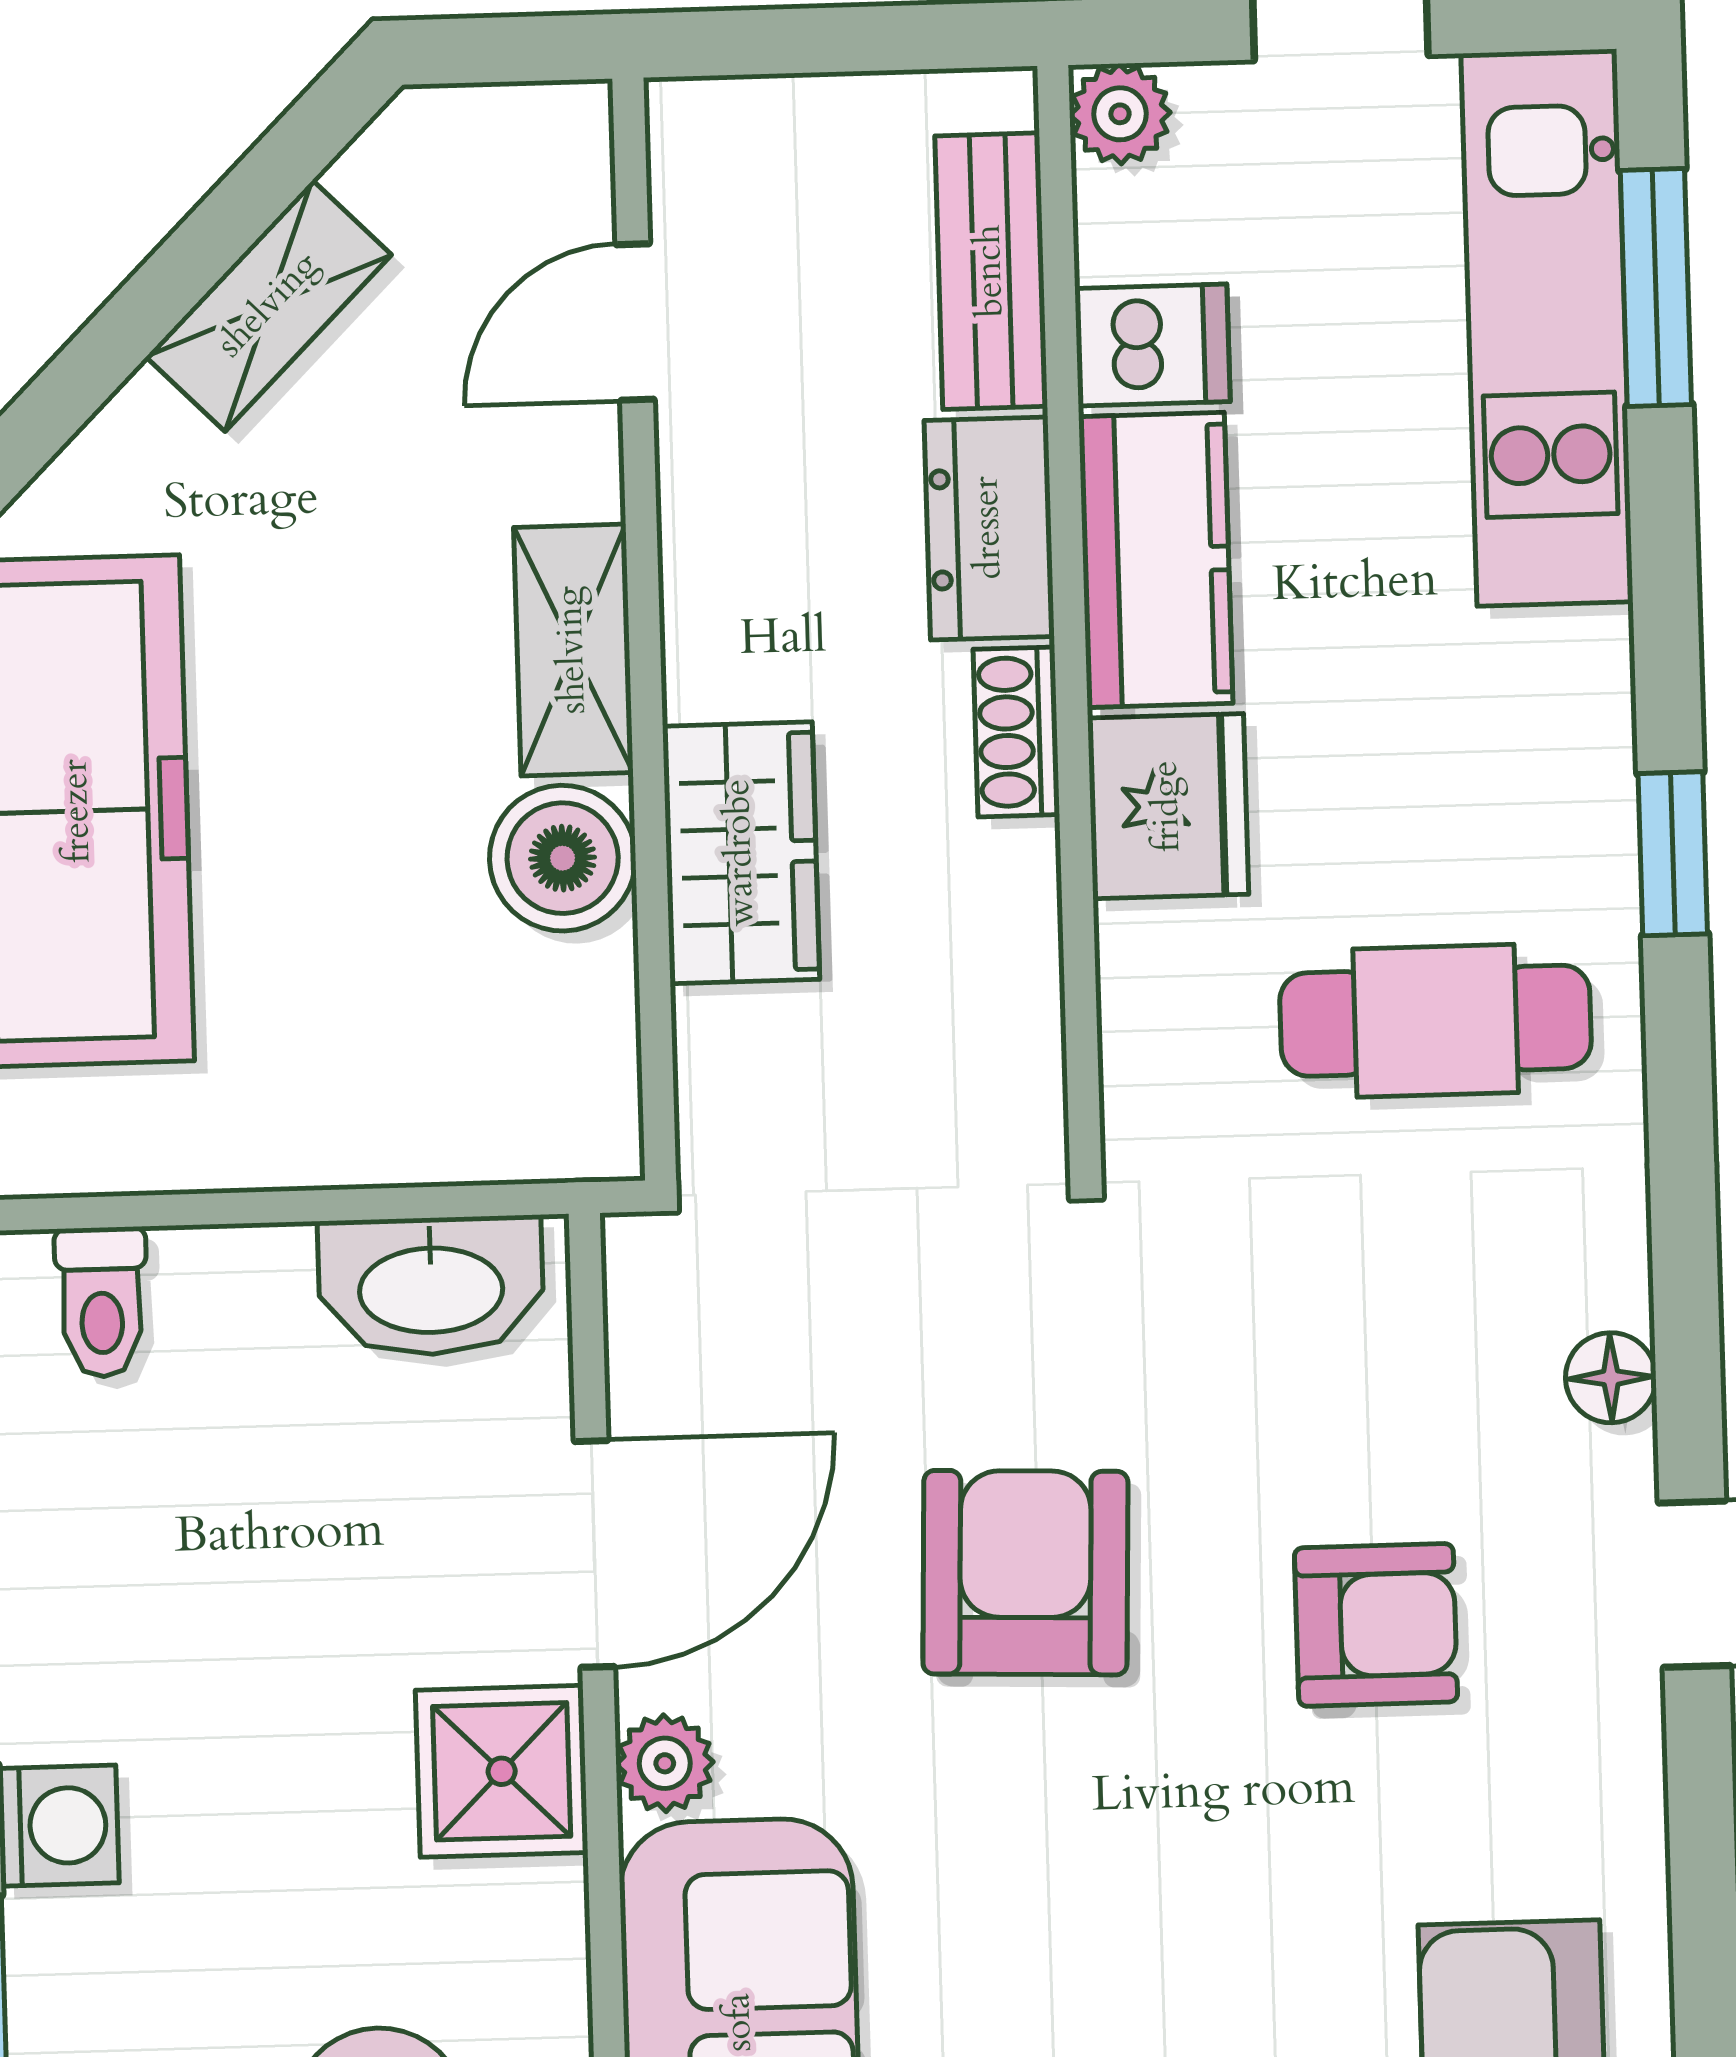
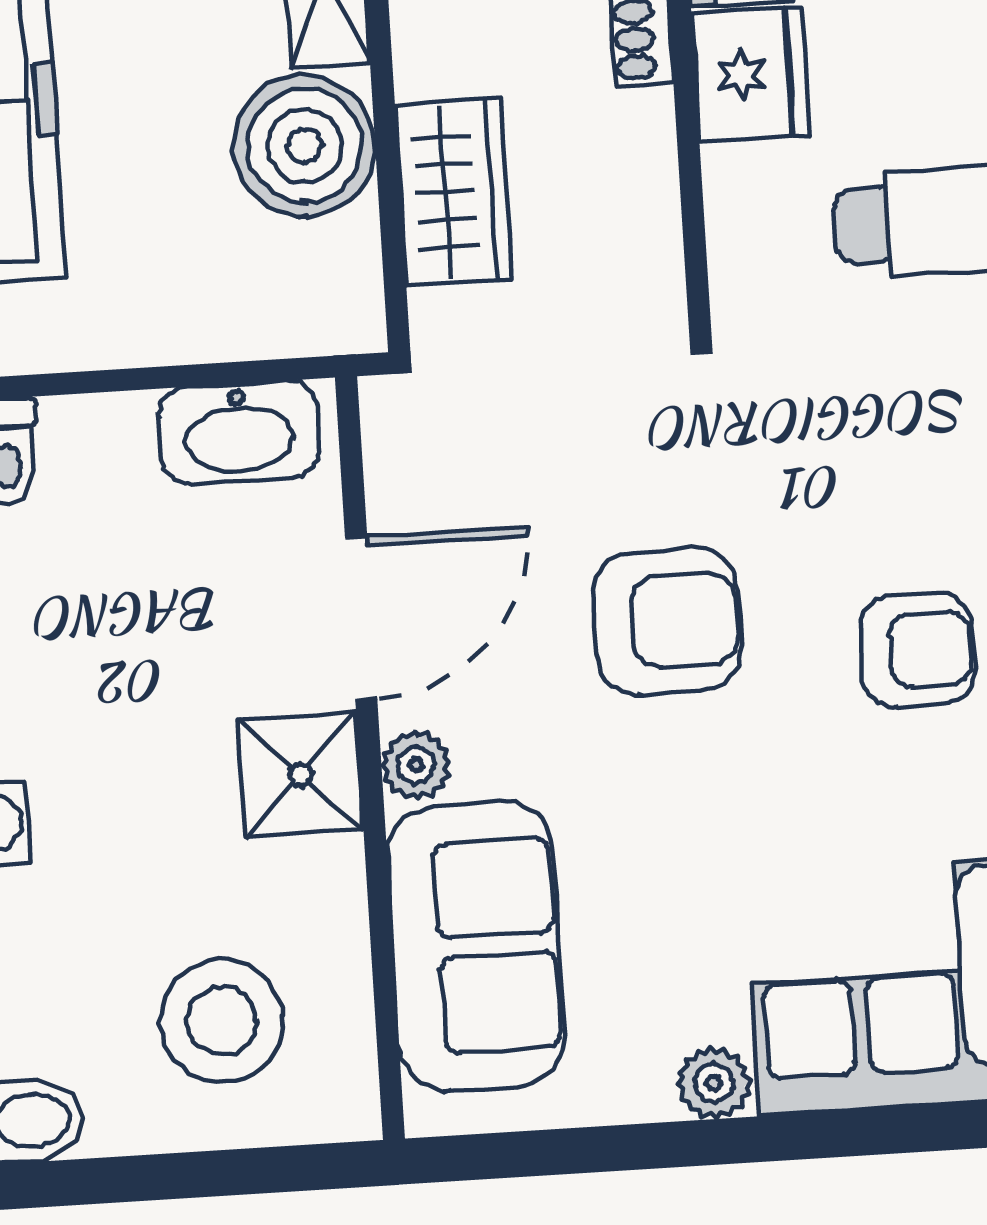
wardrobe: (741, 853) -> (453, 192), moved
boiler: (563, 858) -> (304, 146), width x1.37, depth x1.37
armchair: (1025, 1573) -> (667, 621), turned 88

